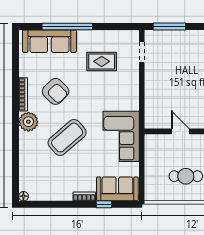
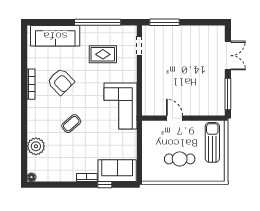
window: (67, 26) -> (98, 22), moved
plant: (28, 122) -> (36, 146), moved
corner sofa: (121, 136) -> (121, 106), moved
coffee table: (67, 137) -> (71, 124), width x0.54, depth x0.58

